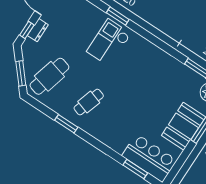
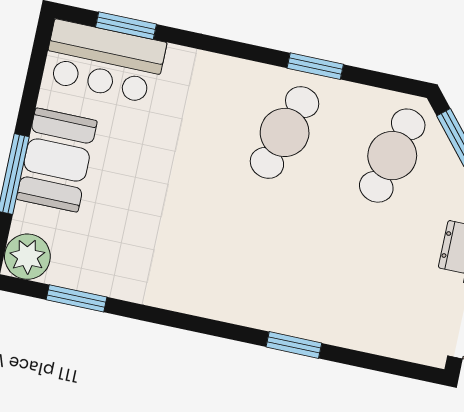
checkout: (109, 43) -> (291, 280), removed
cafe table: (89, 102) -> (285, 132), width x1.37, depth x1.35

